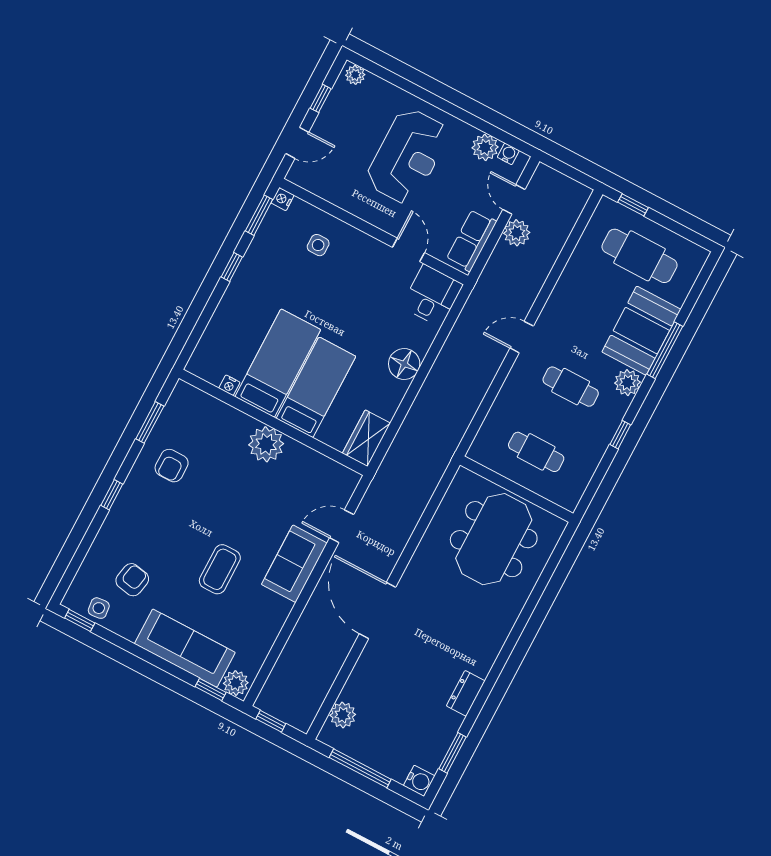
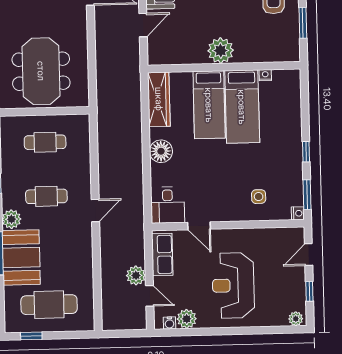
window: (633, 205) -> (31, 336), moved
wardrobe: (366, 438) -> (159, 99), width x1.50

